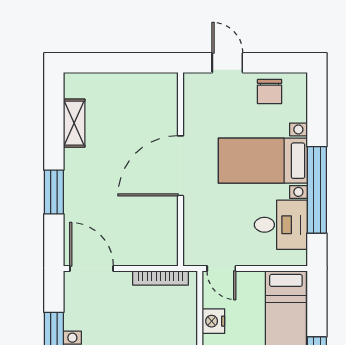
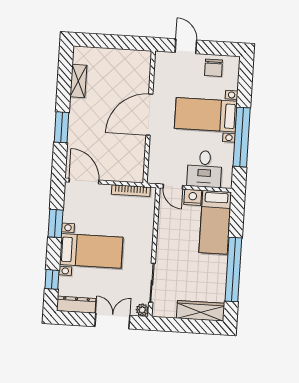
desk: (281, 225) -> (204, 169), moved, turned 90
nightstand: (213, 321) -> (193, 197), moved, turned 90

